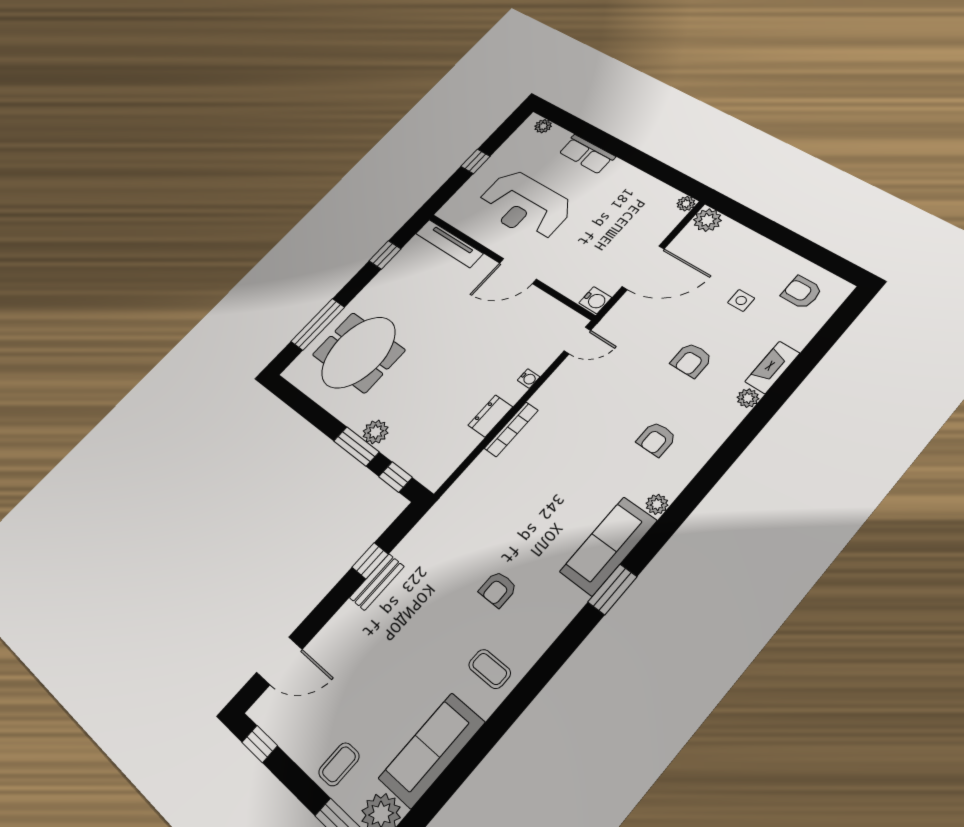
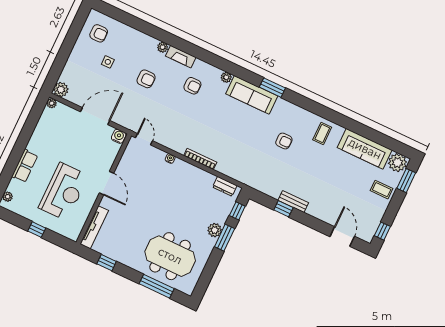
door: (643, 268) -> (95, 116), hinge flipped
armchair: (802, 292) -> (99, 33), turned -90
fireplace: (772, 367) -> (181, 57), moved
dresser: (490, 416) -> (225, 186), moved

